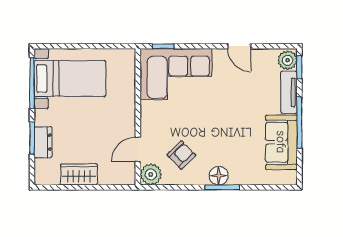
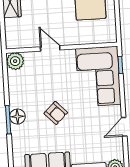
door: (138, 149) -> (50, 48), moved
armchair: (181, 155) -> (56, 113), moved

